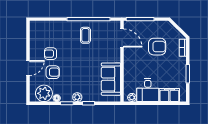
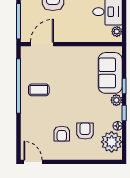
door: (28, 68) -> (33, 162), moved
sofa: (111, 79) -> (110, 73), moved, turned 90

